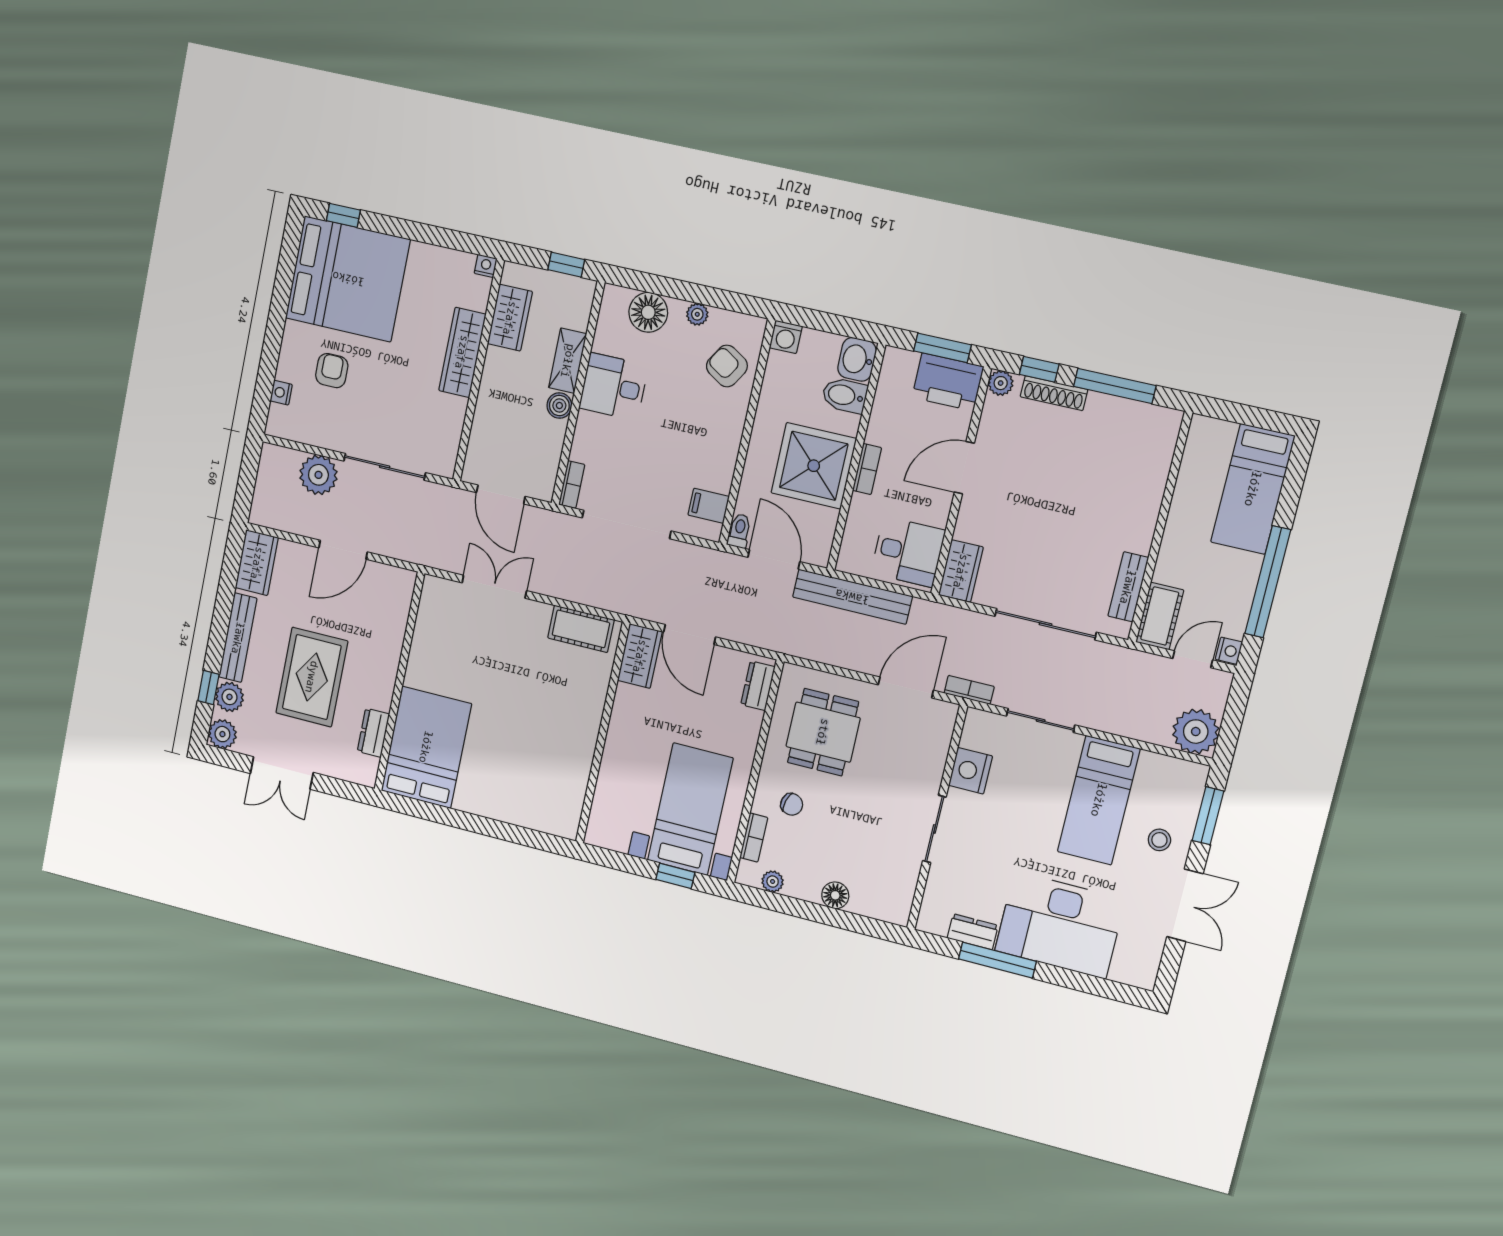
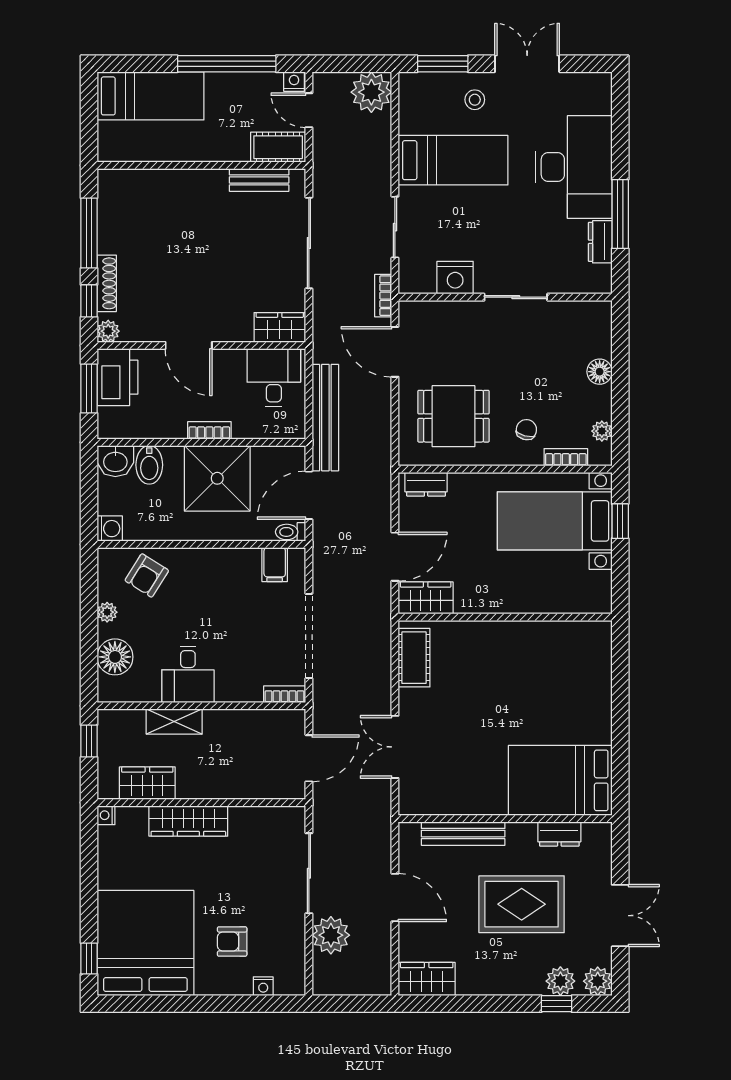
boiler: (559, 406) -> (216, 721), removed
bench: (238, 638) -> (463, 834), moved

